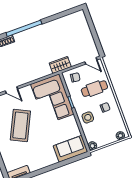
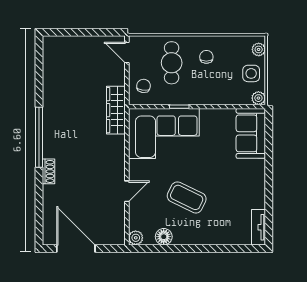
door: (91, 61) -> (127, 53), swing flipped
wardrobe: (60, 65) -> (116, 110), width x1.50
side table: (88, 117) -> (251, 73), moved
coffee table: (20, 125) -> (187, 197), width x0.73, depth x0.76

